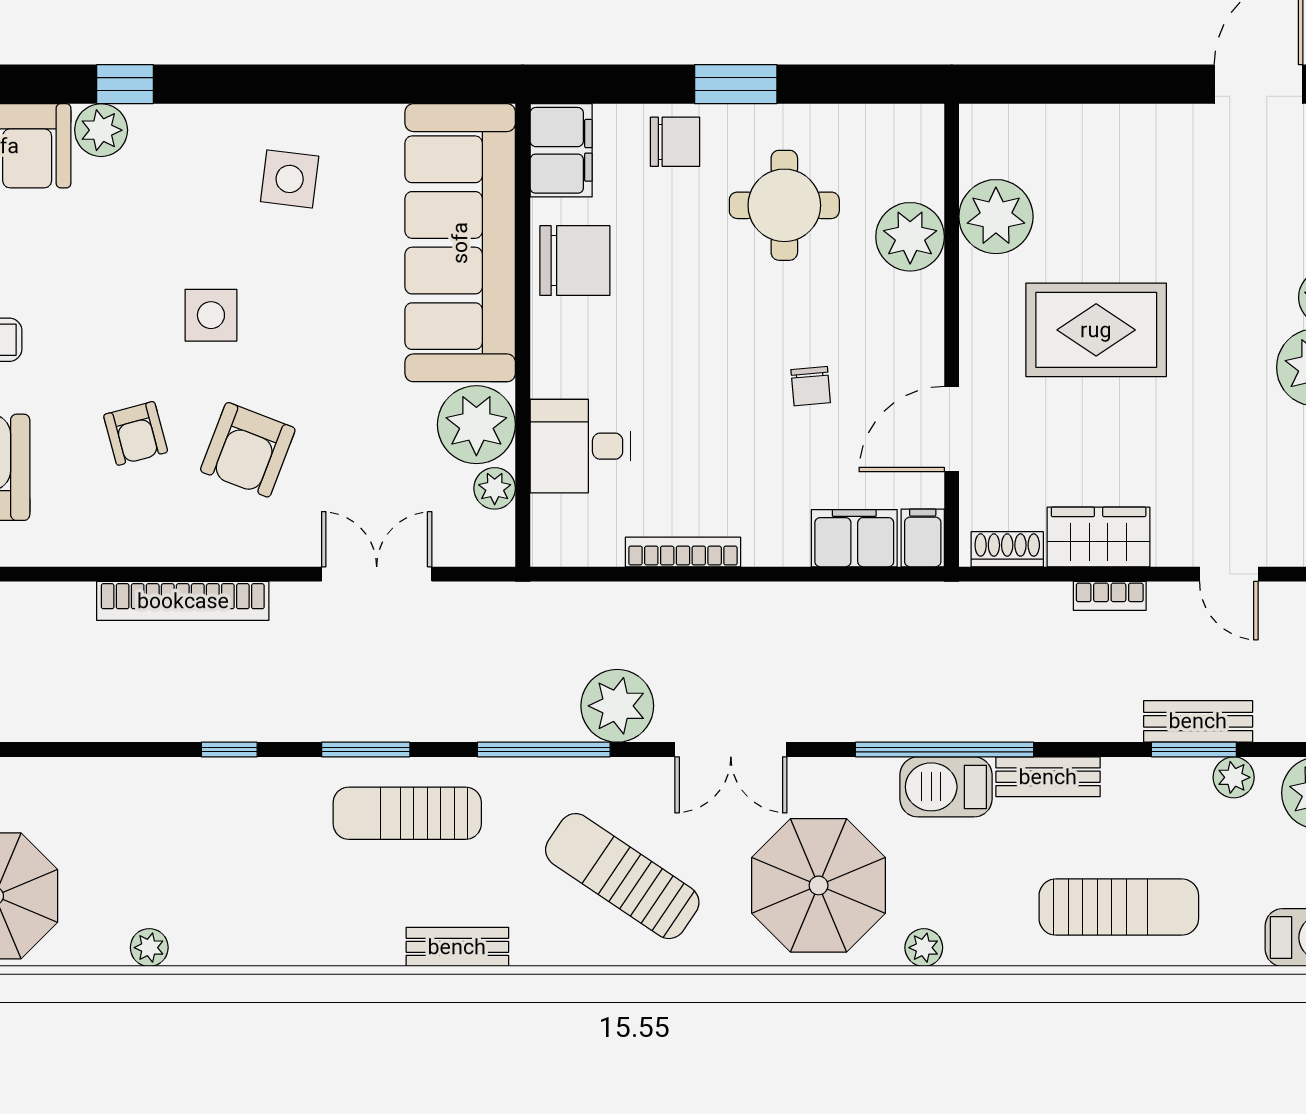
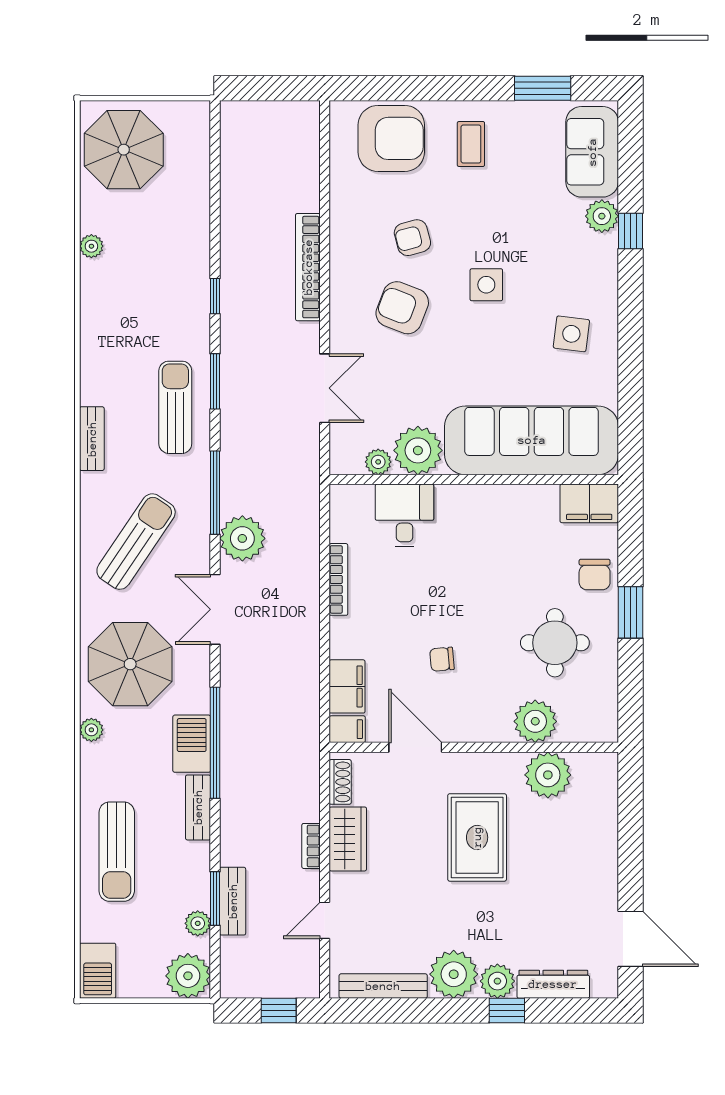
chair: (575, 261) -> (520, 512), removed

